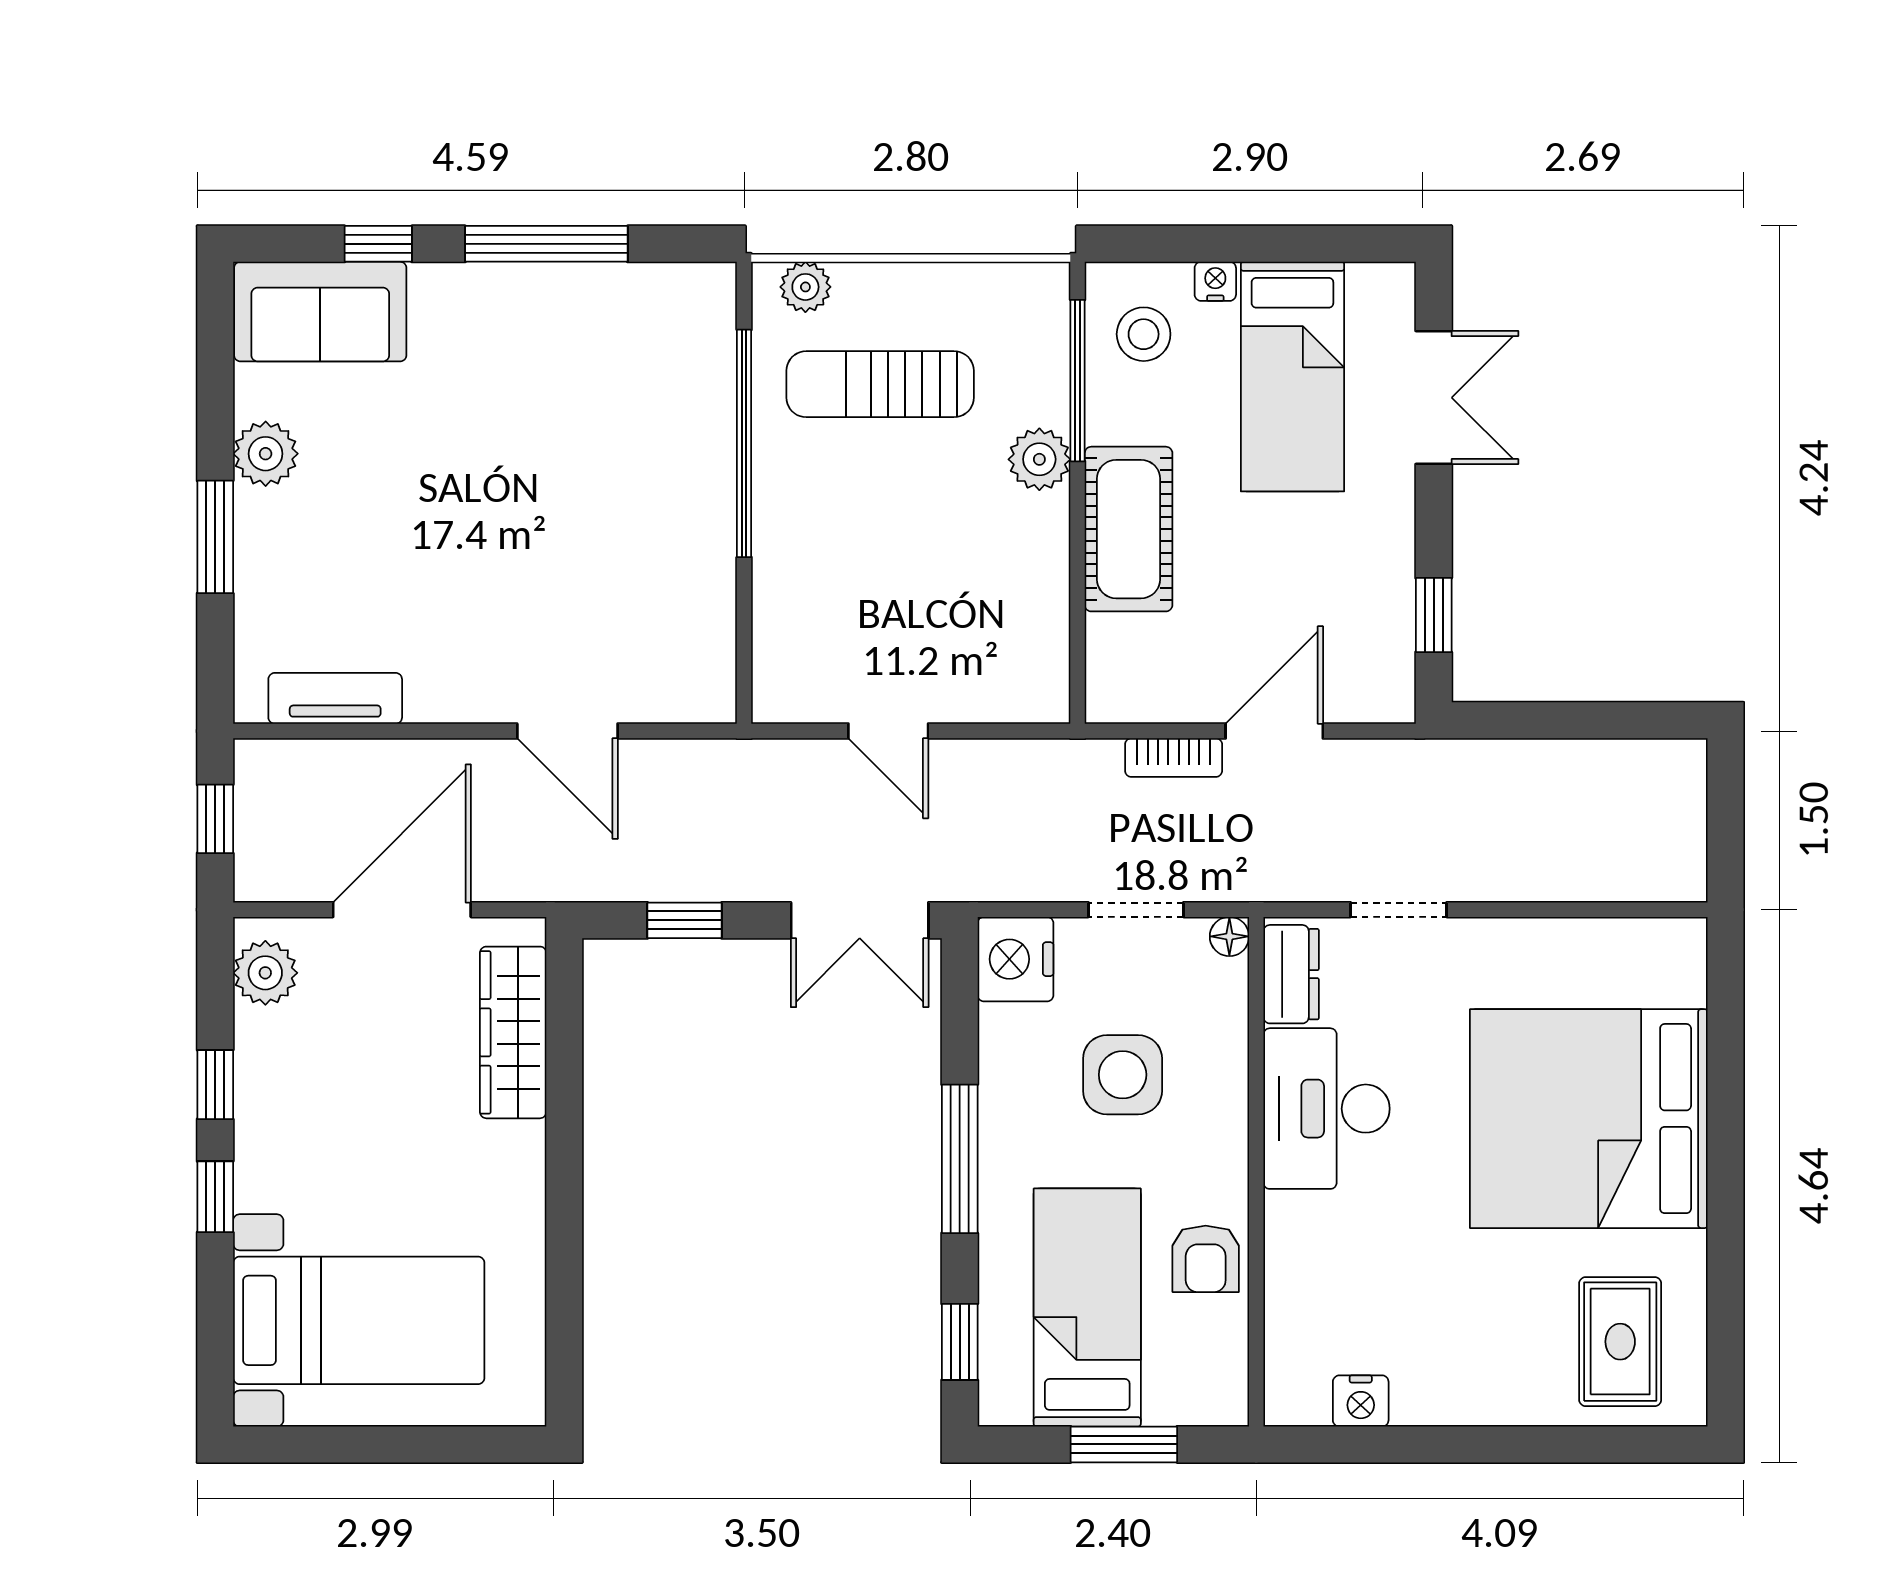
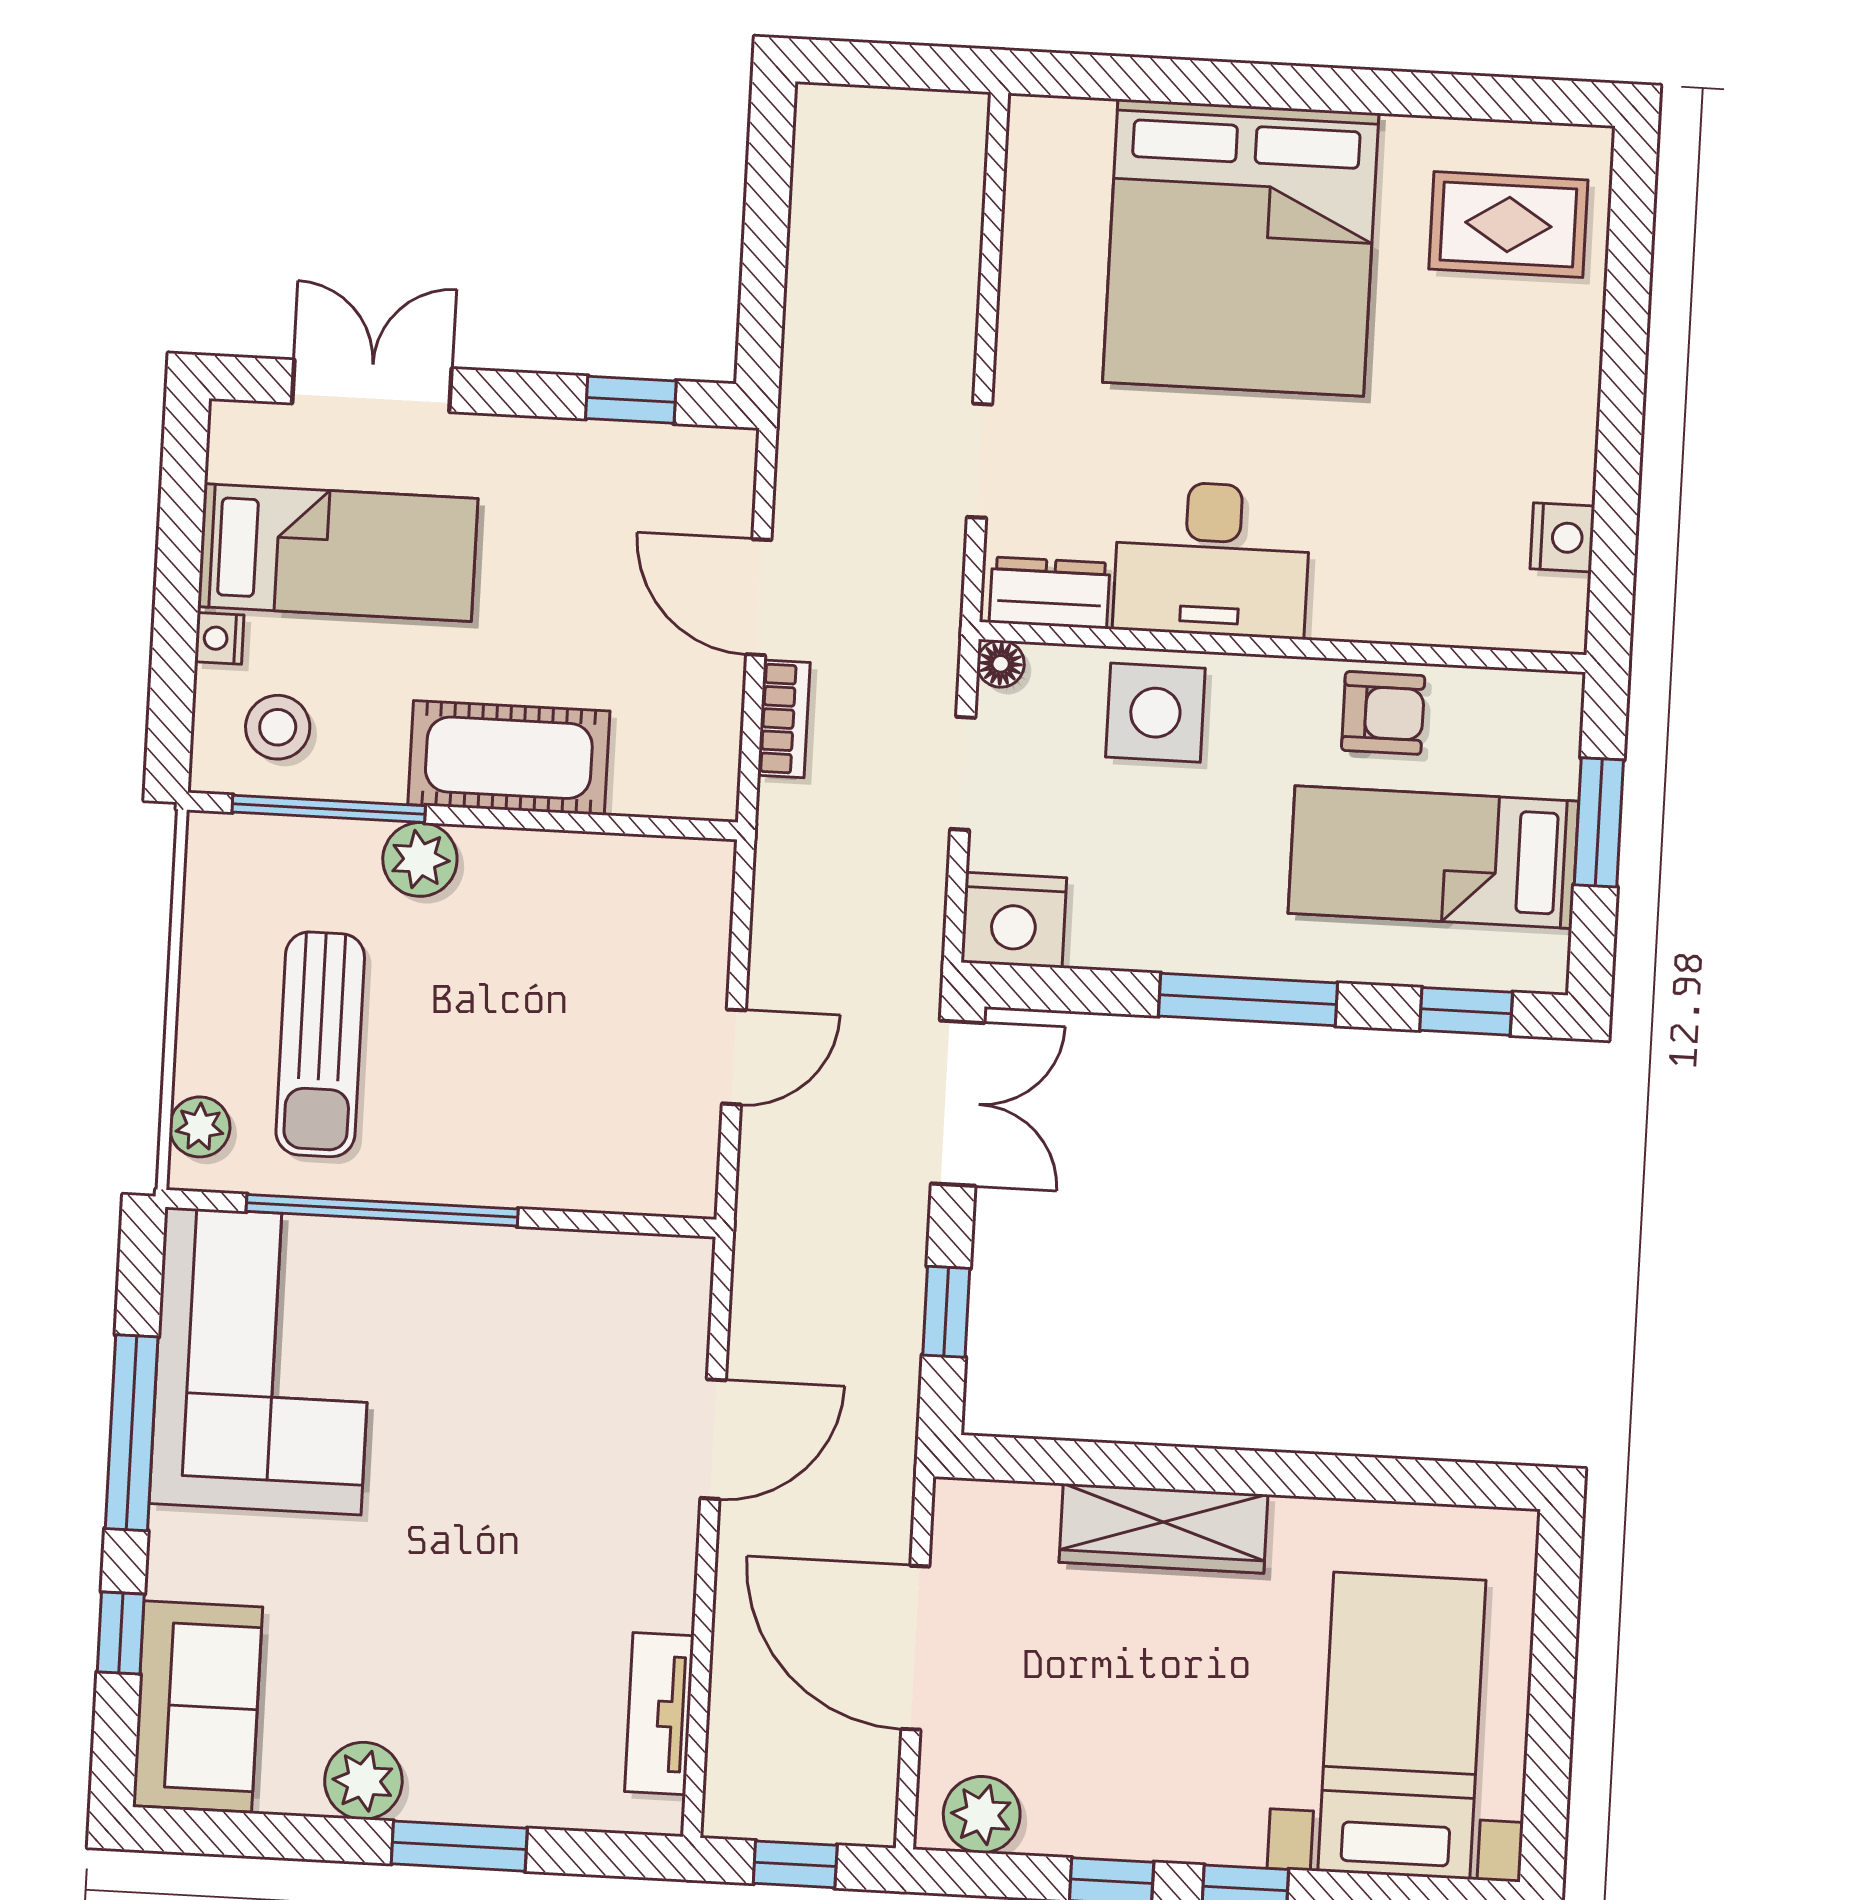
corner sofa: (612, 351) -> (263, 1361), added
wardrobe: (513, 1032) -> (1164, 1528), moved
side table: (1123, 1075) -> (1155, 713), moved

